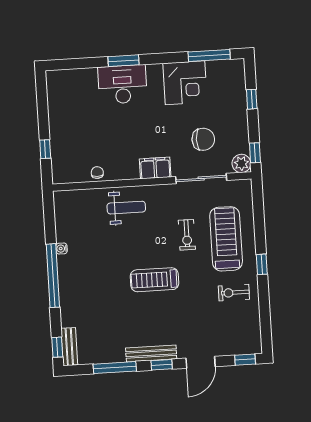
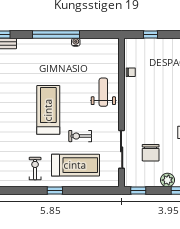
plant: (241, 163) -> (168, 180), moved
filing cabinet: (155, 168) -> (132, 116), removed
weight bench: (126, 208) -> (103, 92), turned 180
treadmill: (155, 280) -> (48, 110), width x1.37, depth x1.38

